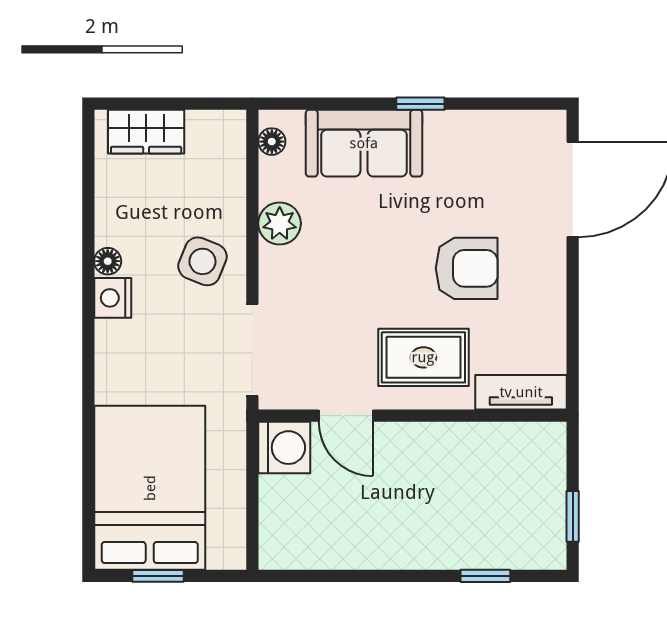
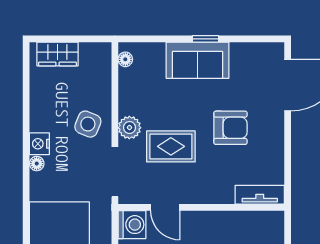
sofa: (364, 143) -> (198, 60), moved
plant: (280, 223) -> (129, 128), moved
floor lamp: (108, 261) -> (37, 164), moved
rug: (423, 357) -> (171, 146), moved

